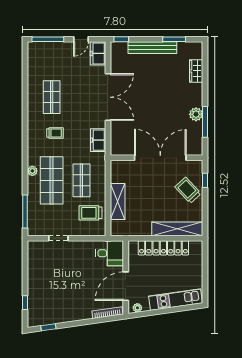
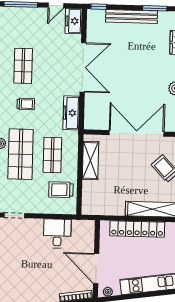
freezer: (98, 140) -> (71, 113), width x1.40
shelving: (118, 202) -> (90, 160), moved
doorway: (58, 238) -> (14, 215), moved
desk: (110, 253) -> (57, 234), moved, turned -90
door: (126, 286) -> (96, 268), hinge flipped

